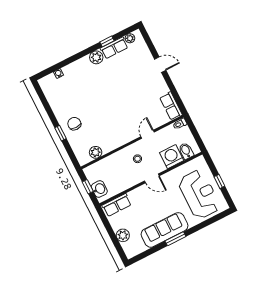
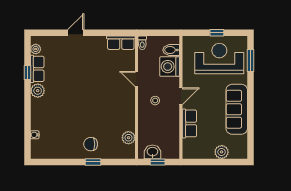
washbasin: (99, 189) -> (152, 152), moved
row of seats: (117, 205) -> (189, 123), moved
window: (175, 239) -> (250, 61), moved

